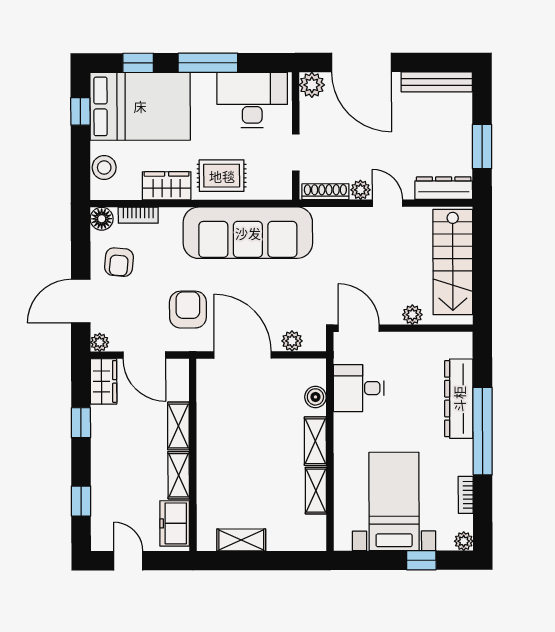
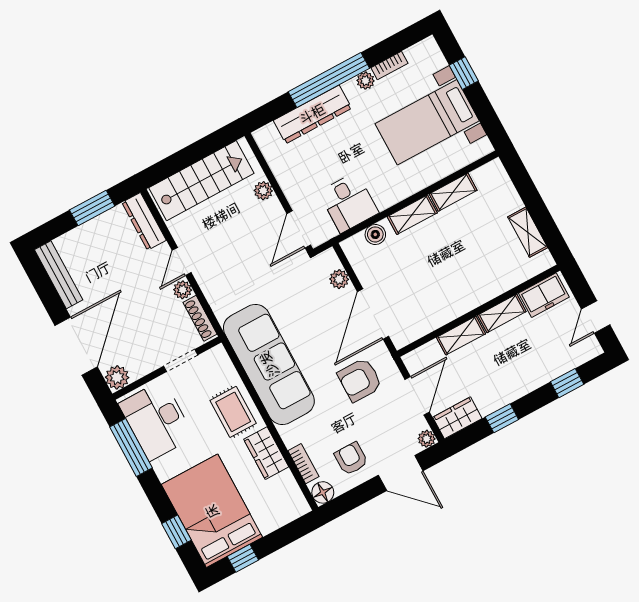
window: (208, 63) -> (131, 447), moved
stool: (104, 167) -> (279, 513), removed
armchair: (119, 262) -> (351, 459), turned -95
plant: (464, 541) -> (366, 81), moved

